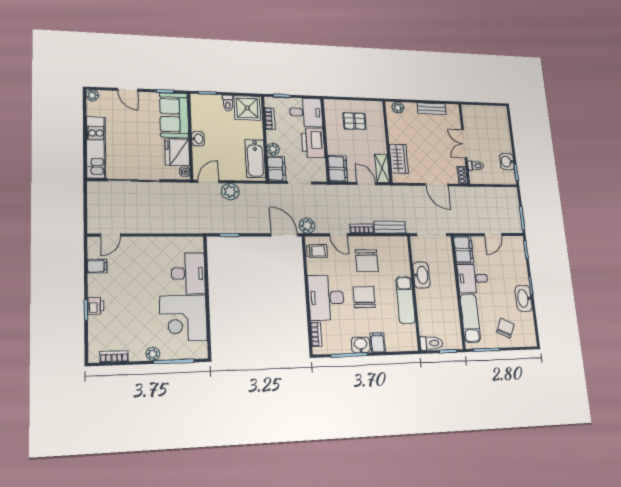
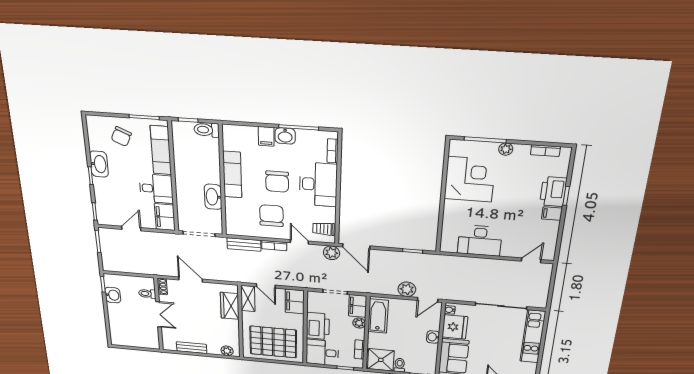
pallet: (355, 121) -> (273, 342), width x2.05, depth x2.00
filing cabinet: (97, 266) -> (552, 214), moved
desk: (188, 273) -> (480, 241), moved, turned -90
printer: (96, 306) -> (553, 192), width x1.87, depth x1.48

